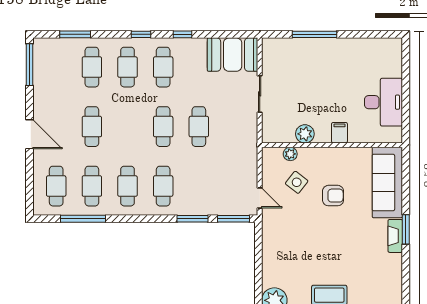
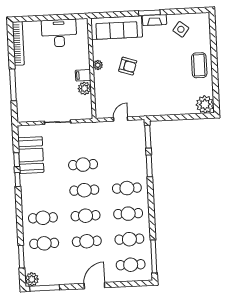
window: (141, 34) -> (17, 160), moved
bookcase: (372, 45) -> (18, 43), added
plant: (43, 47) -> (32, 279), added
booth: (233, 55) -> (31, 155), moved
cafe table: (163, 67) -> (86, 216), moved
filing cabinet: (339, 133) -> (83, 75), moved
plant: (290, 154) -> (98, 65), moved
side table: (297, 182) -> (181, 29), moved
armchair: (333, 196) -> (128, 66), turned 108
door: (260, 198) -> (121, 119), moved
window: (83, 219) -> (154, 256), moved

